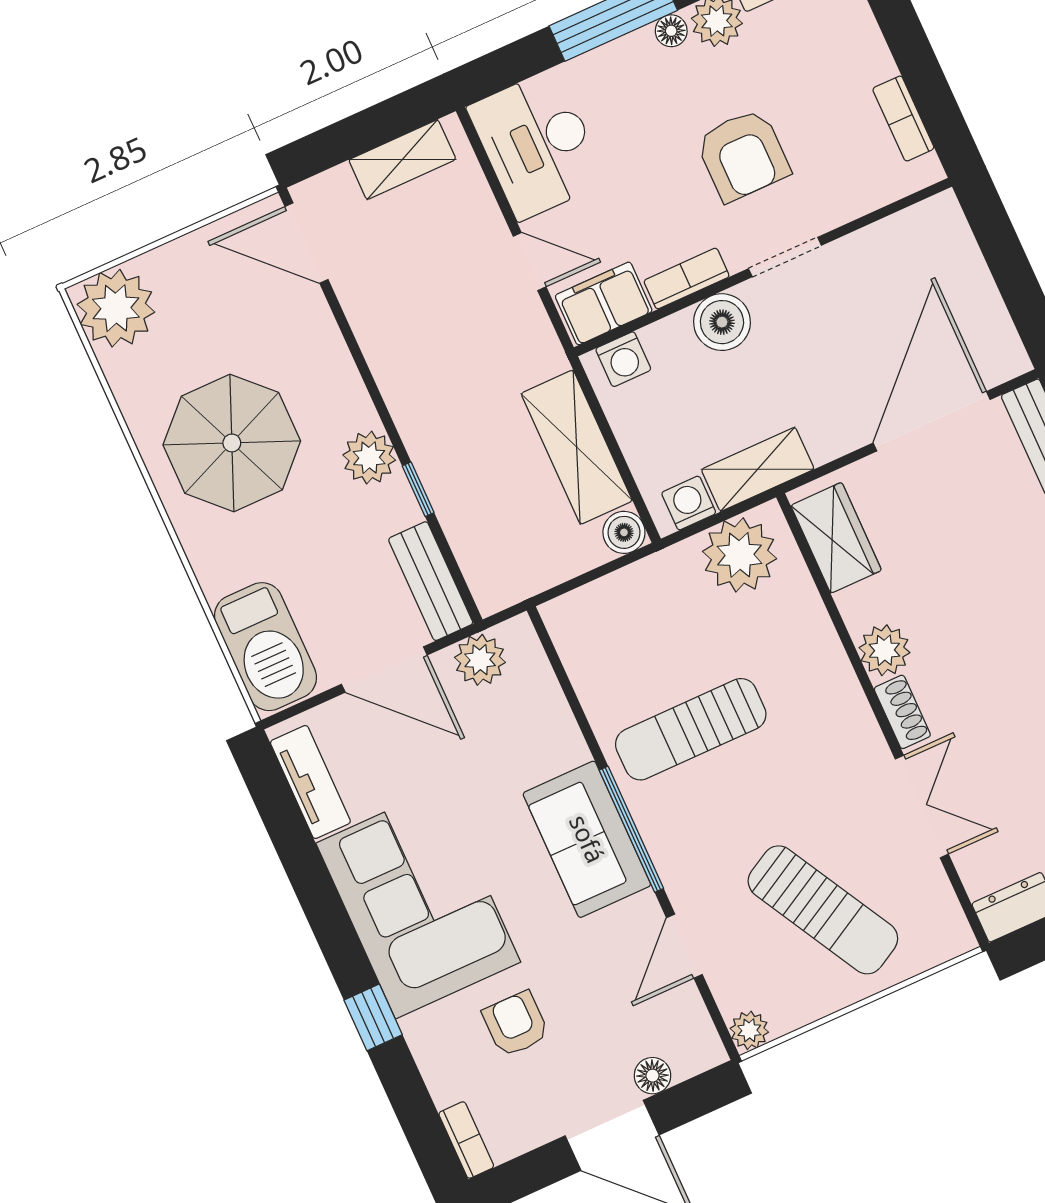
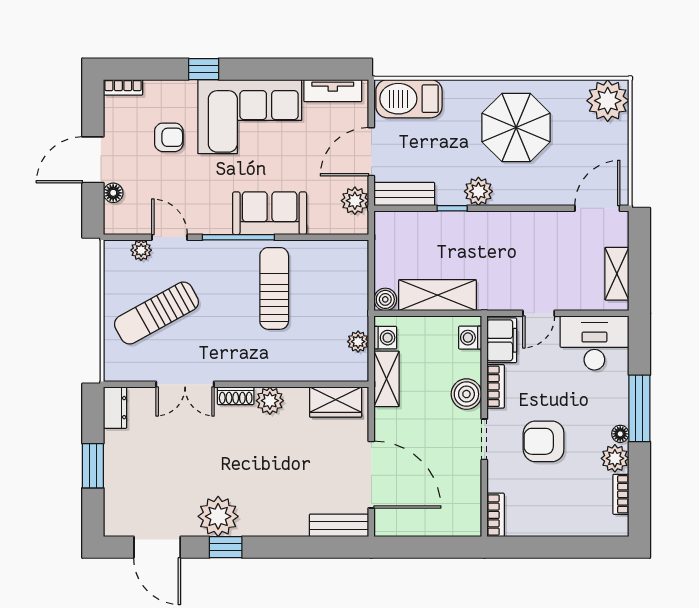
bookcase: (903, 119) -> (496, 515), moved, turned 90
plant: (740, 555) -> (358, 342), width x0.53, depth x0.53
sofa: (587, 839) -> (270, 213), moved
plant: (749, 1030) -> (141, 250), moved

